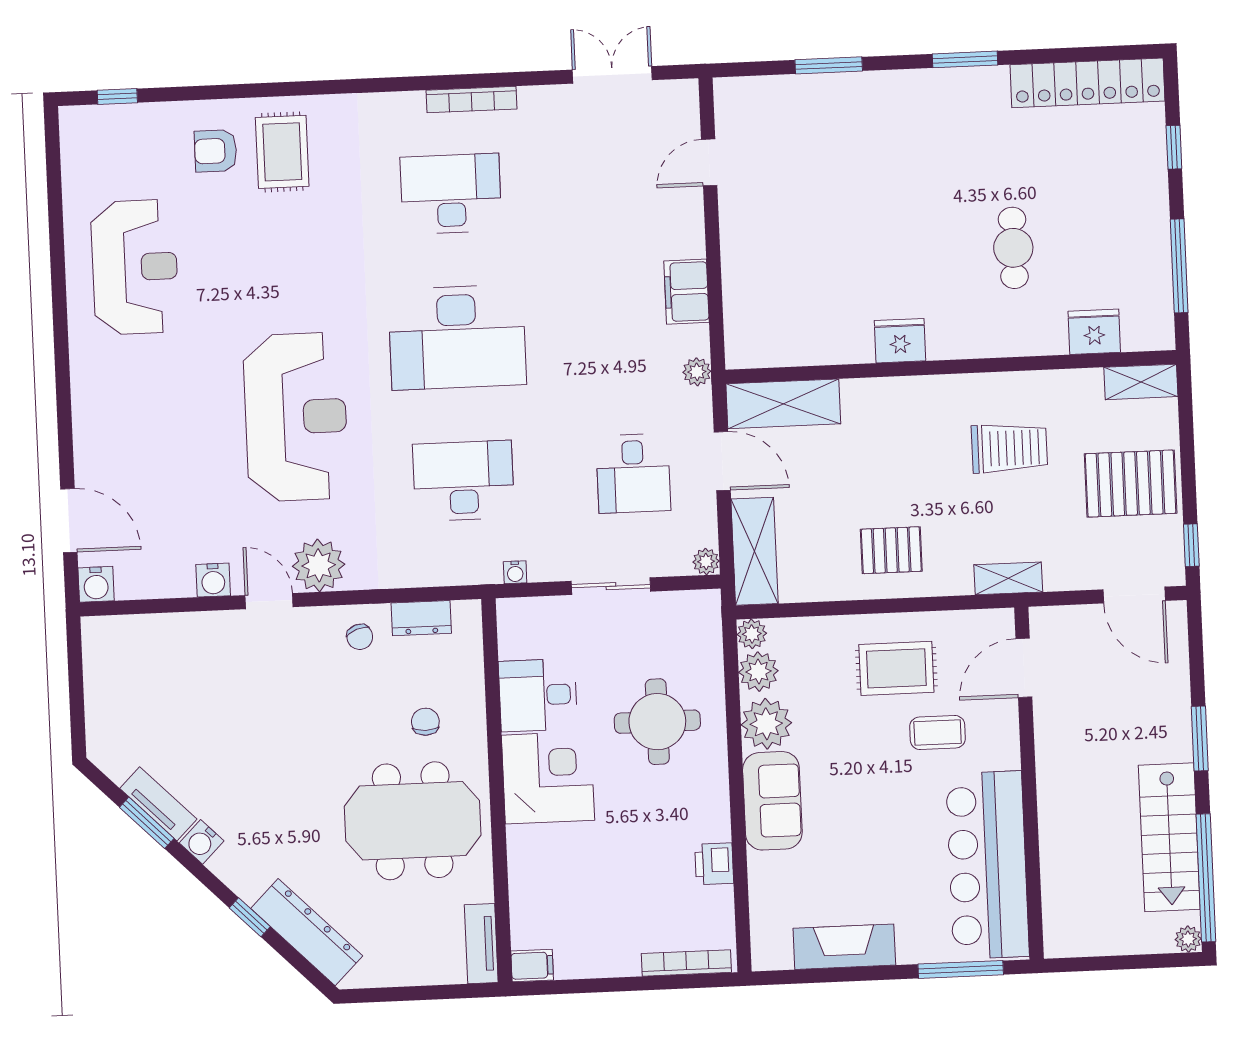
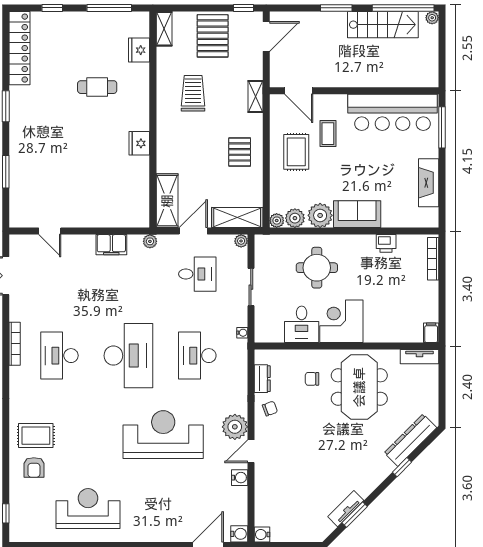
water cooler: (202, 842) -> (262, 535), moved, turned 135

